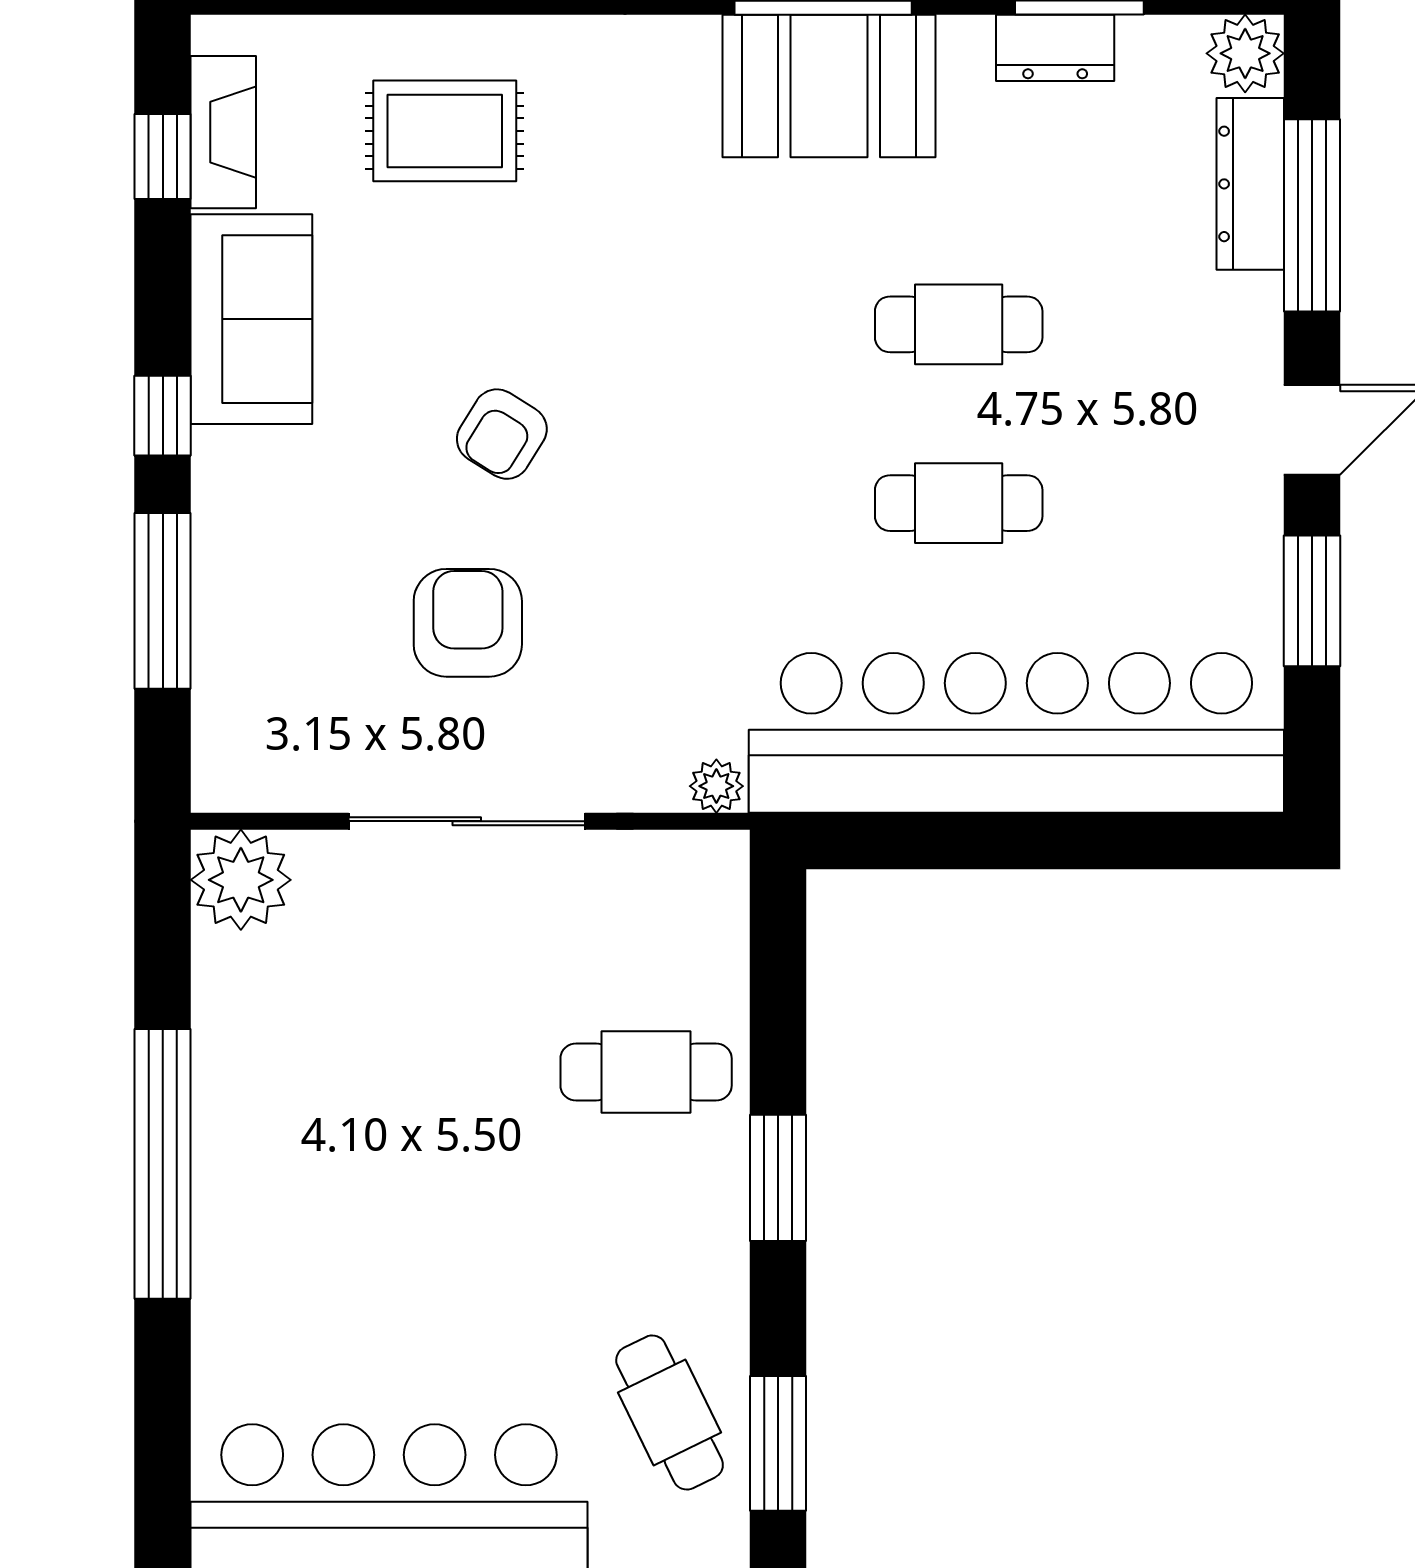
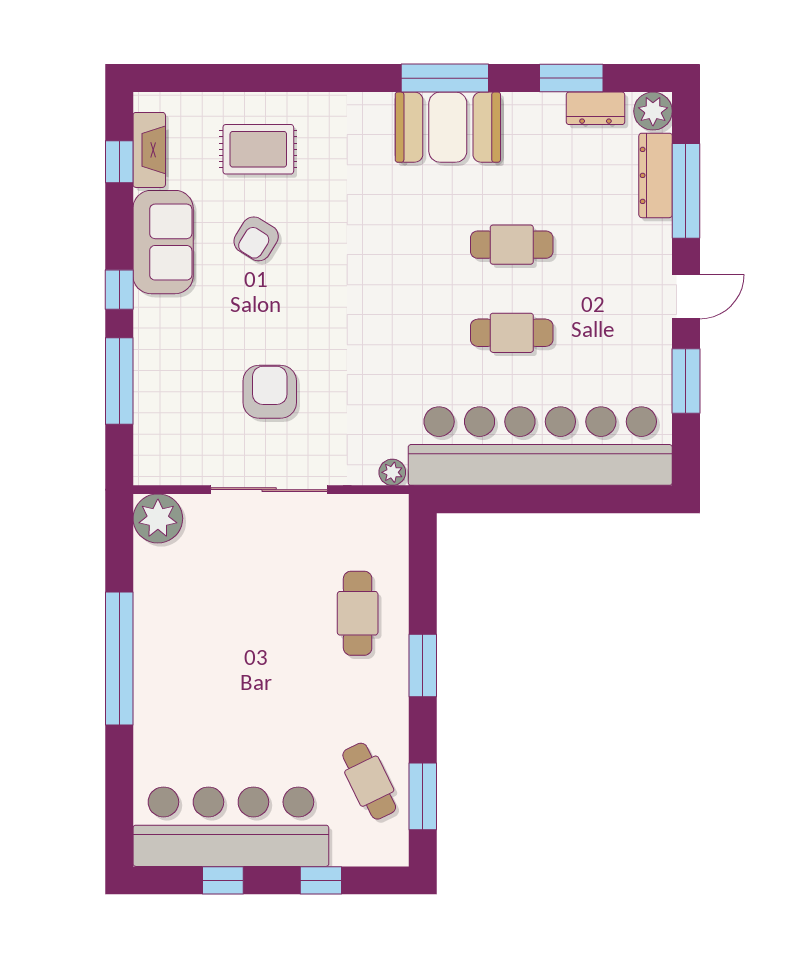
dresser: (1055, 48) -> (595, 108), moved
armchair: (502, 434) -> (256, 239), moved
cafe table: (646, 1072) -> (358, 613), turned 90

